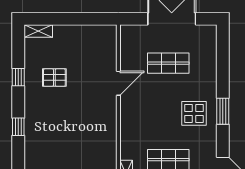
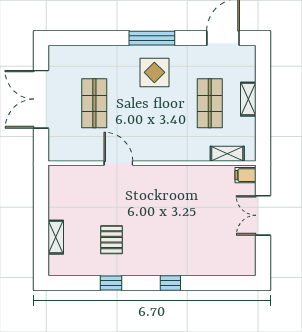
shelving: (38, 31) -> (56, 237), moved
window: (223, 111) -> (152, 38), width x1.44

